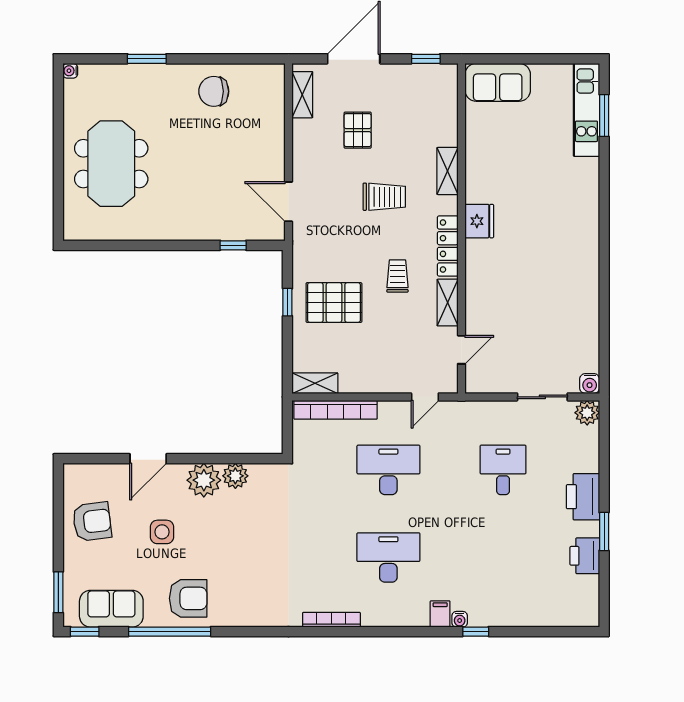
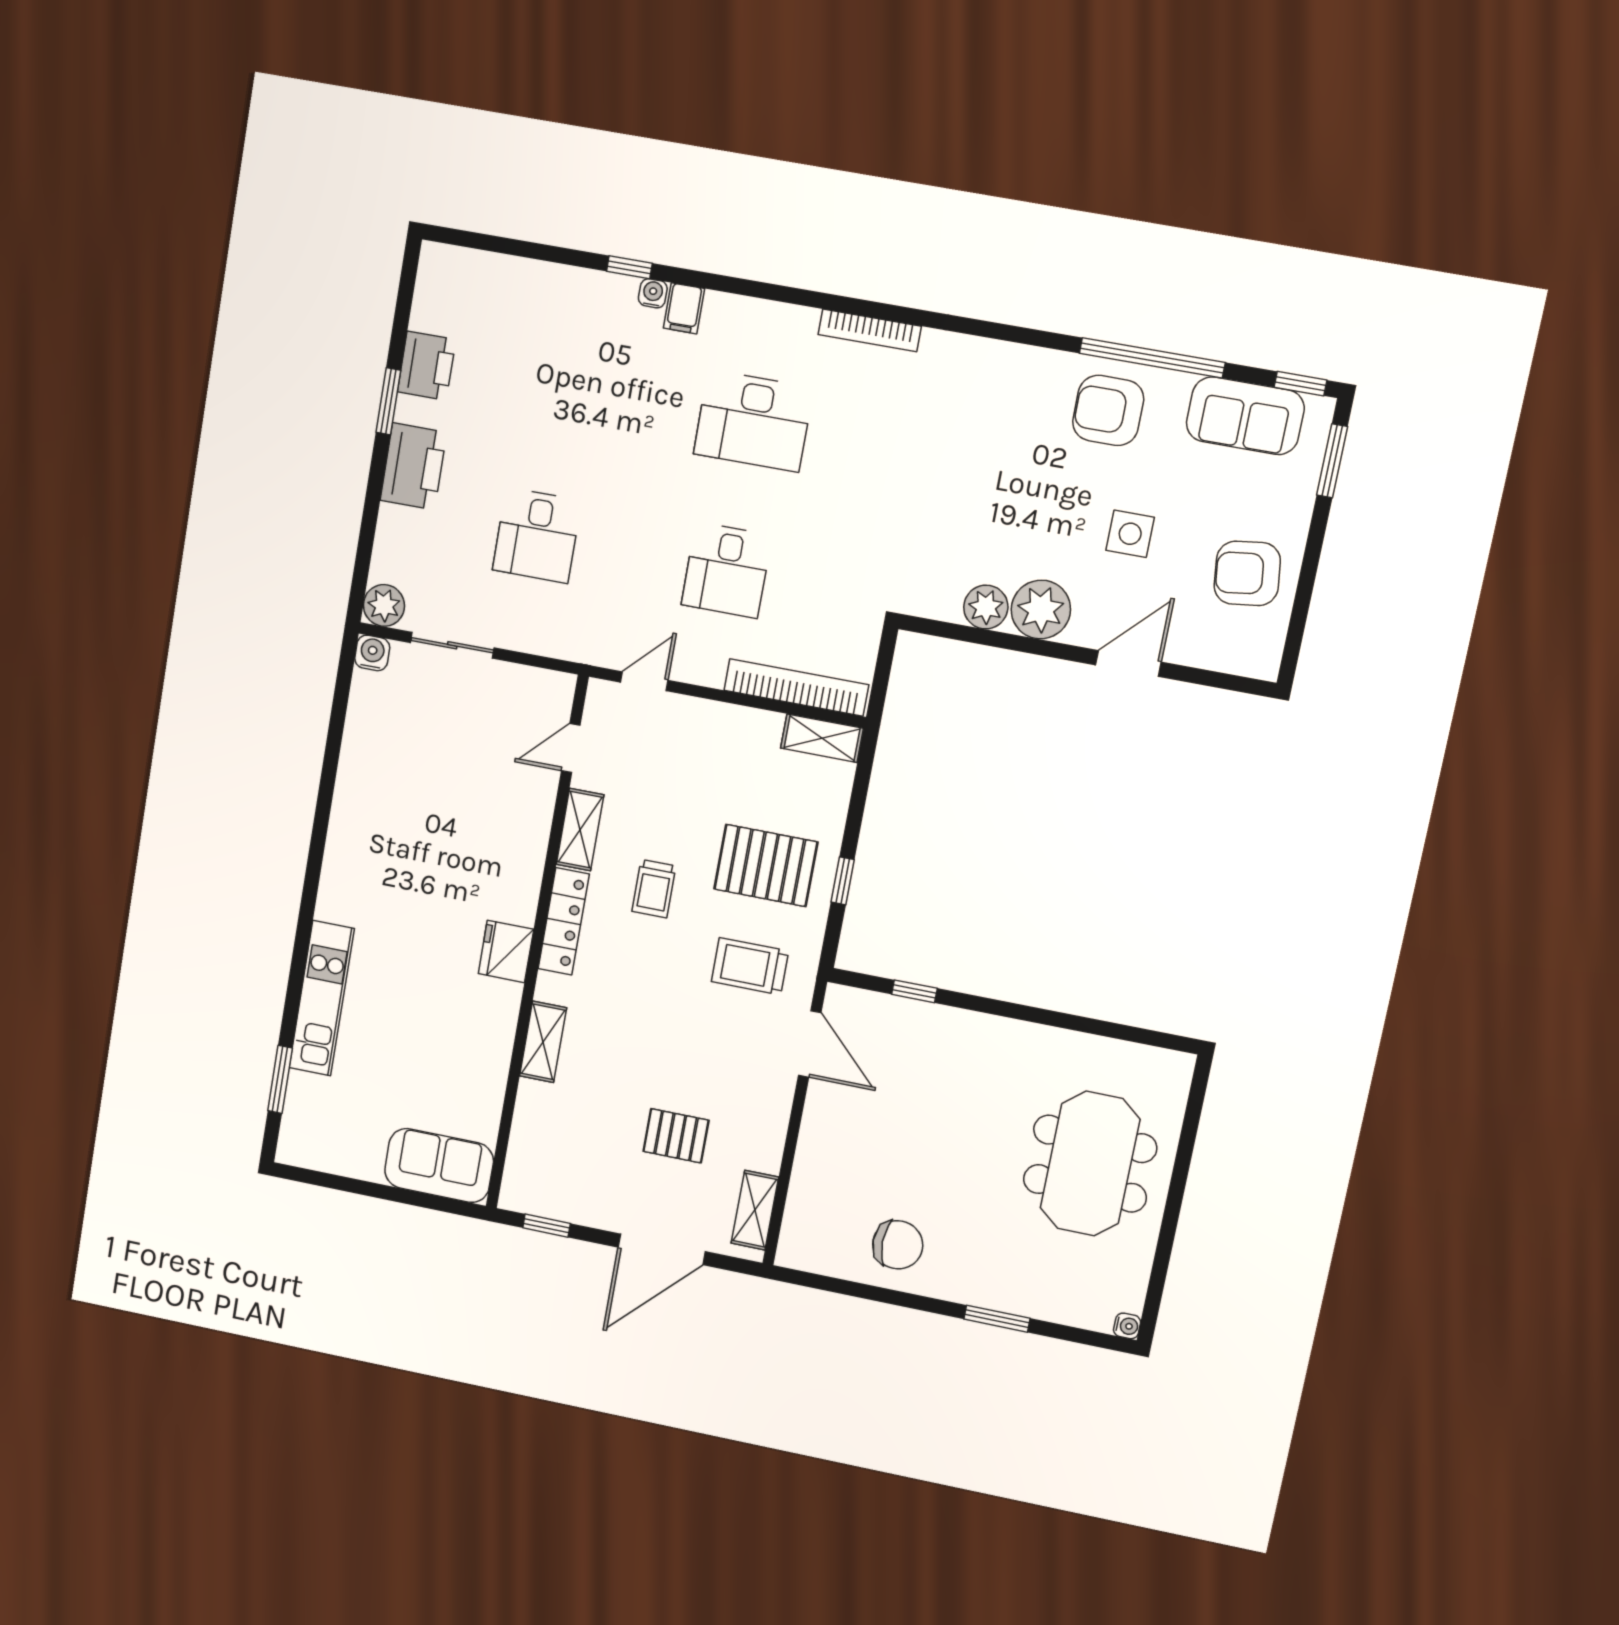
kitchen unit: (586, 110) -> (322, 998), moved
pallet: (358, 130) -> (676, 1136), turned 90
trolley: (384, 197) -> (750, 966), moved
desk: (388, 470) -> (727, 570), width x0.73

